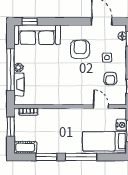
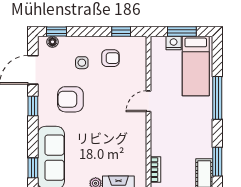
window: (75, 22) -> (33, 106), added
door: (101, 107) -> (149, 101), moved
window: (46, 157) -> (217, 162), moved

